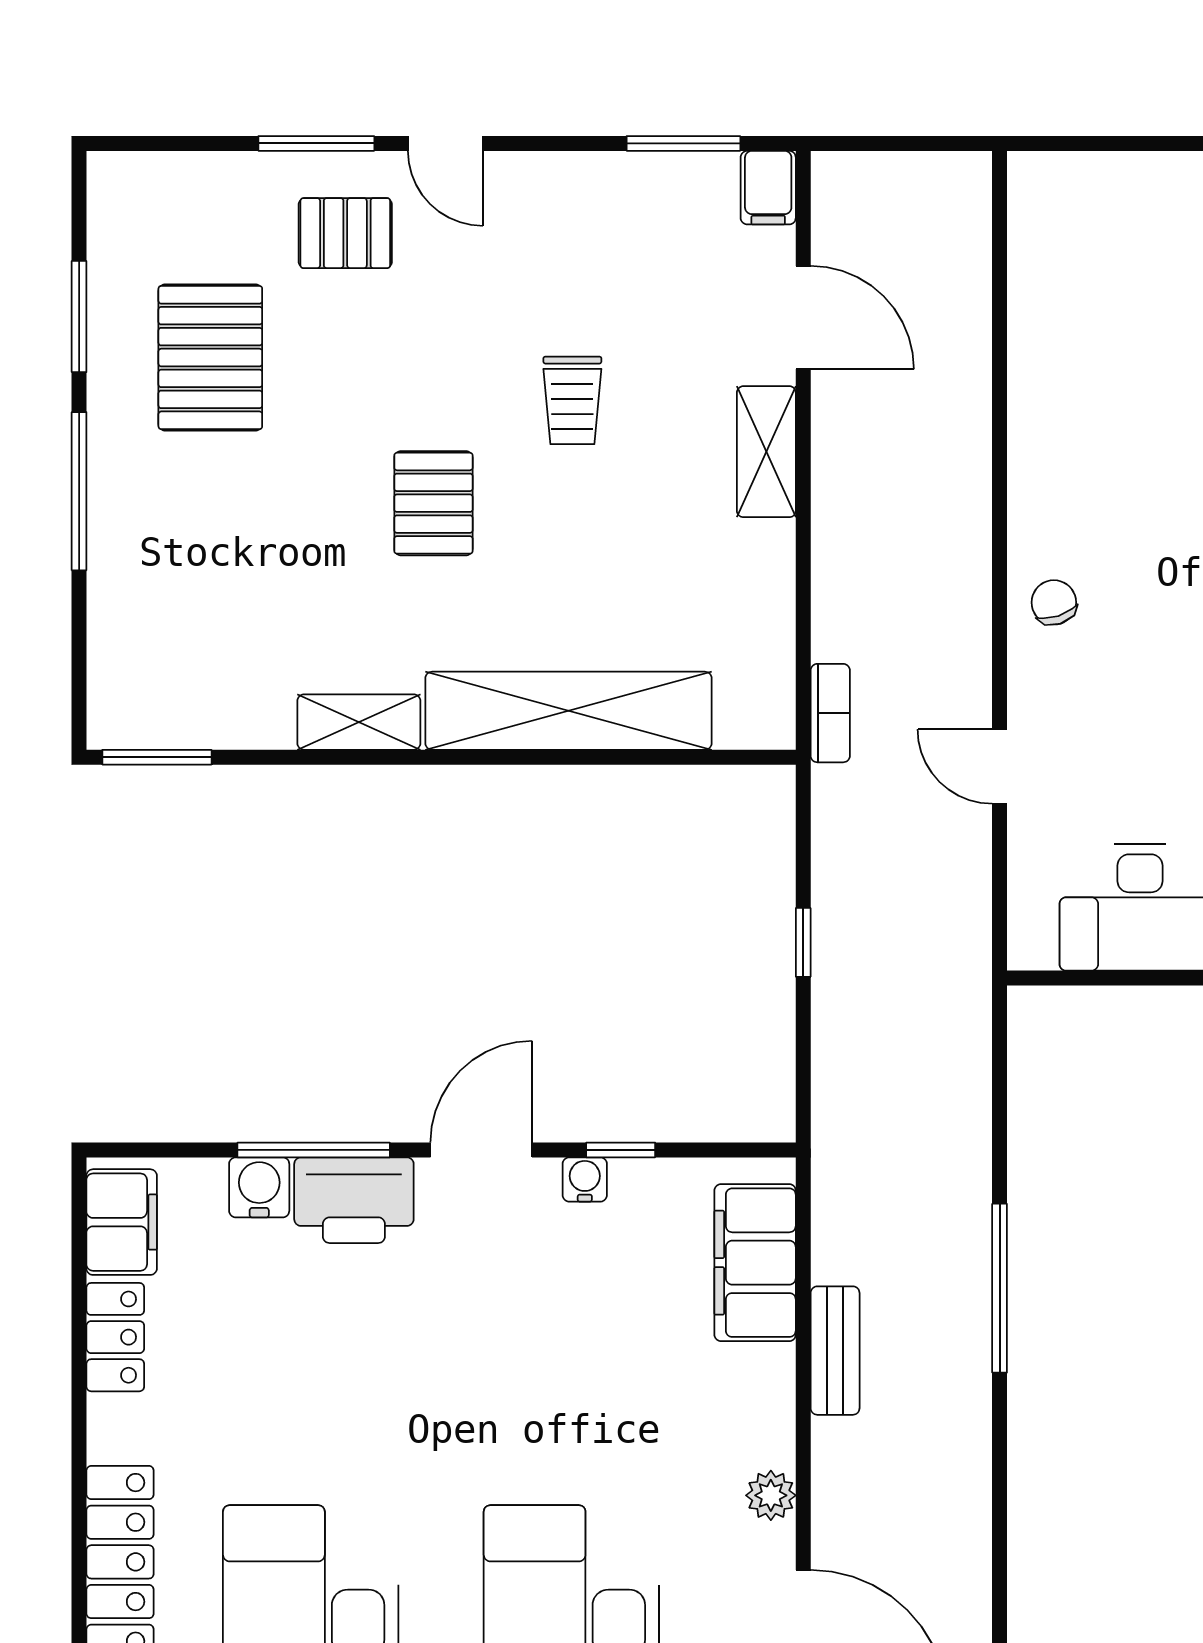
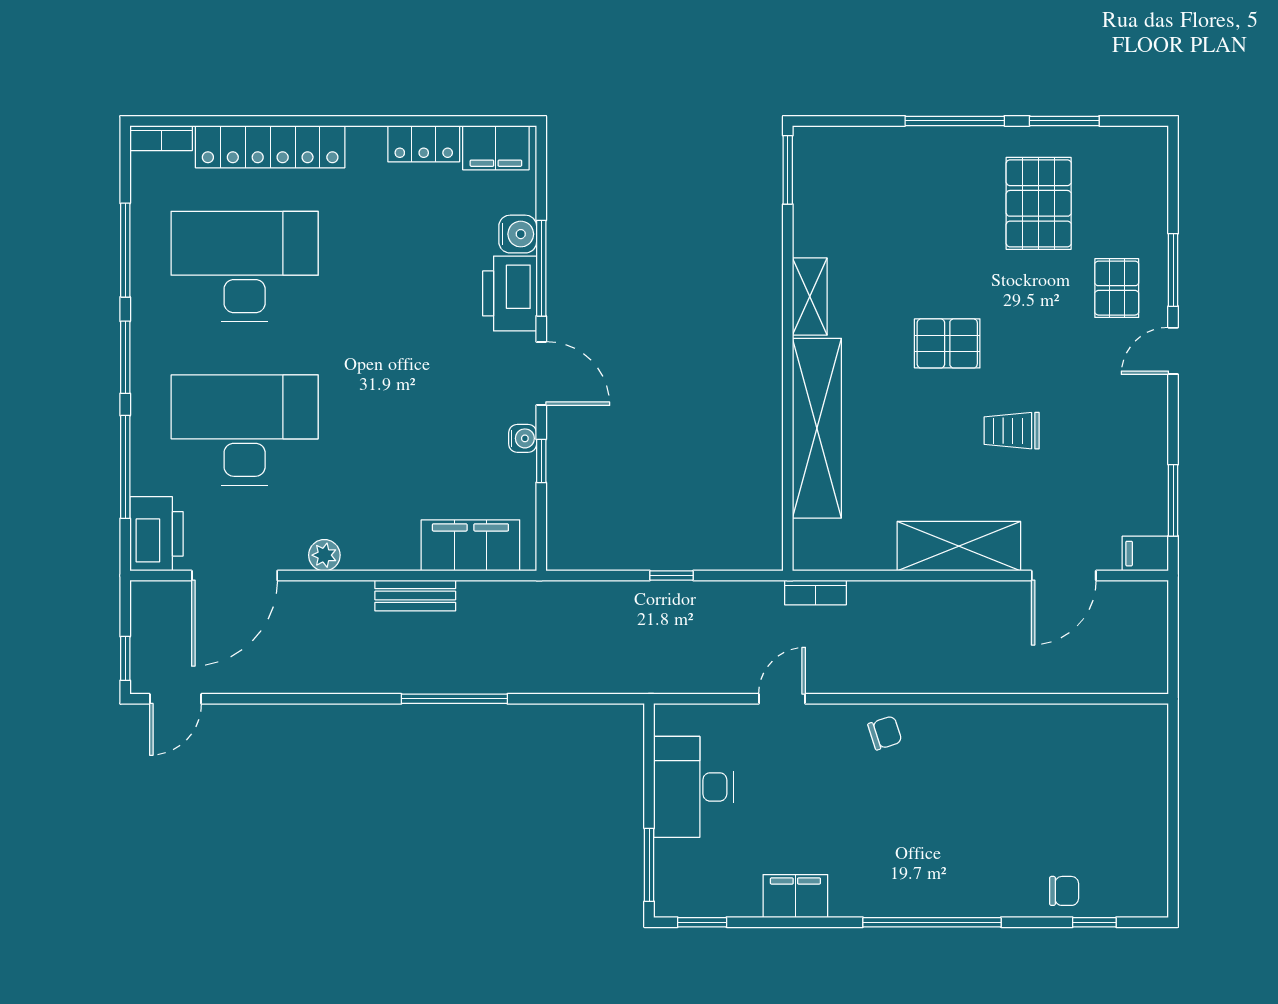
pallet: (210, 358) -> (1039, 203), turned 90
shelving: (766, 452) -> (959, 546), width x1.50, depth x1.33

